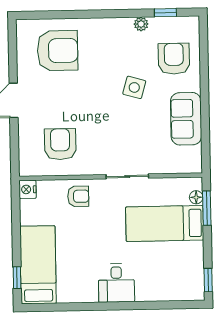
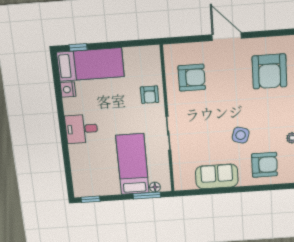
nightstand: (27, 189) -> (68, 90), moved, turned -90

